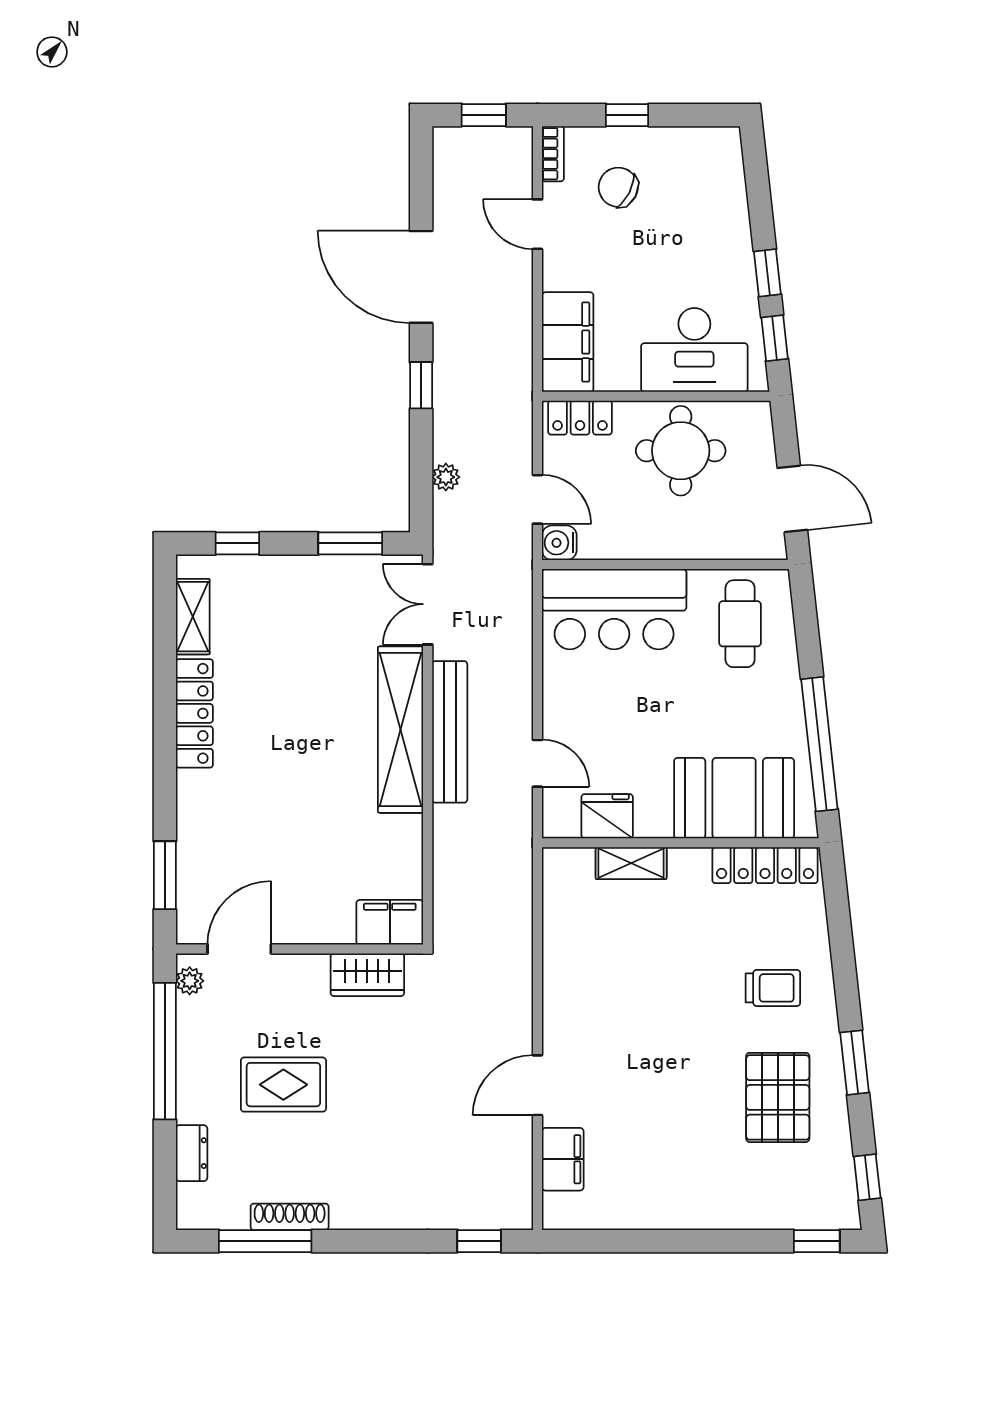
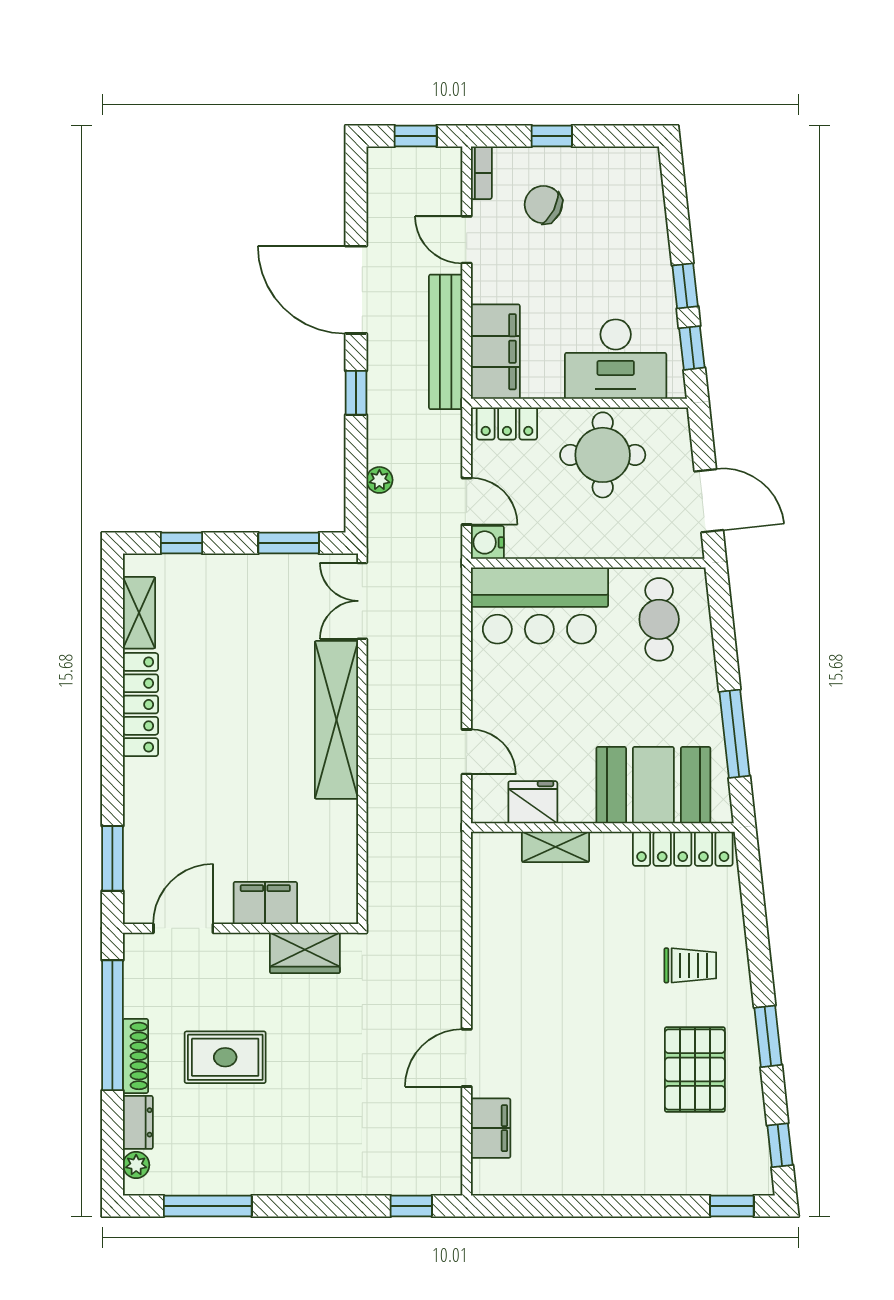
bench: (450, 732) -> (446, 342), moved
window: (819, 744) -> (734, 734), width x0.68
filing cabinet: (390, 922) -> (265, 903), moved
plant: (190, 981) -> (136, 1165), moved
shoe rack: (290, 1217) -> (136, 1056), moved, turned 90

